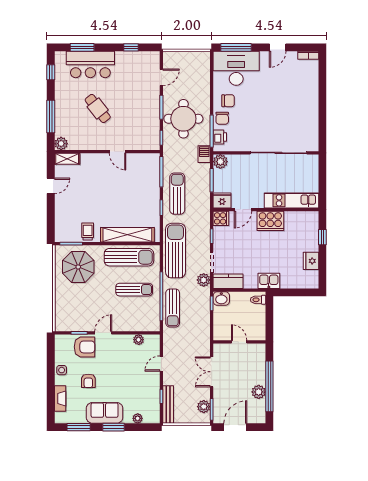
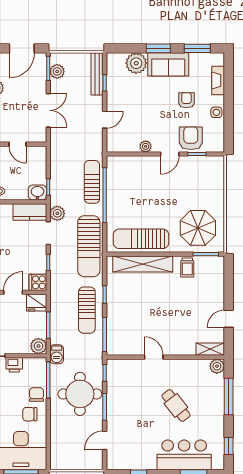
printer: (220, 137) -> (14, 365), moved, turned -90
sun lounger: (134, 290) -> (135, 203), removed
plant: (139, 340) -> (146, 146), moved
armchair: (84, 347) -> (191, 138), turned 90
plant: (138, 418) -> (136, 63), width x1.87, depth x1.87

